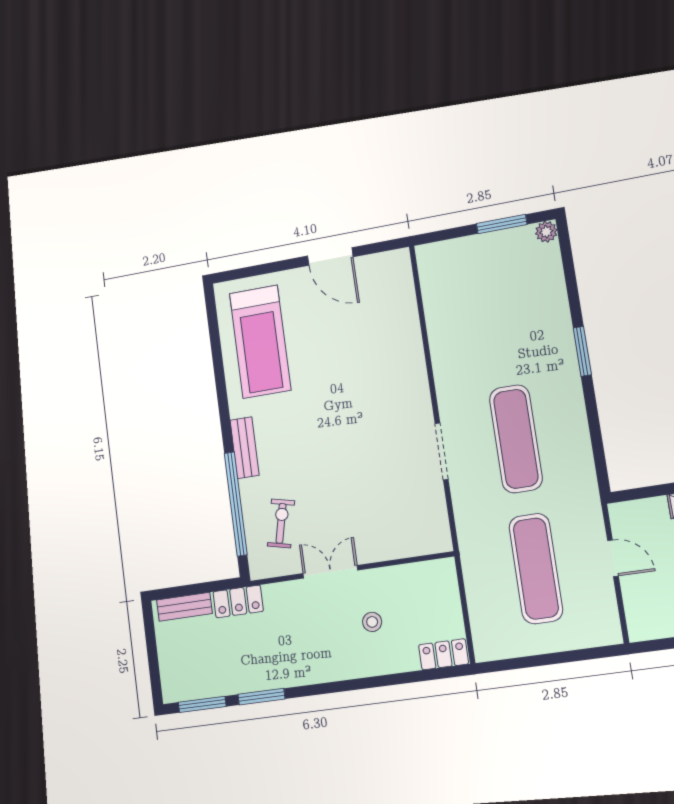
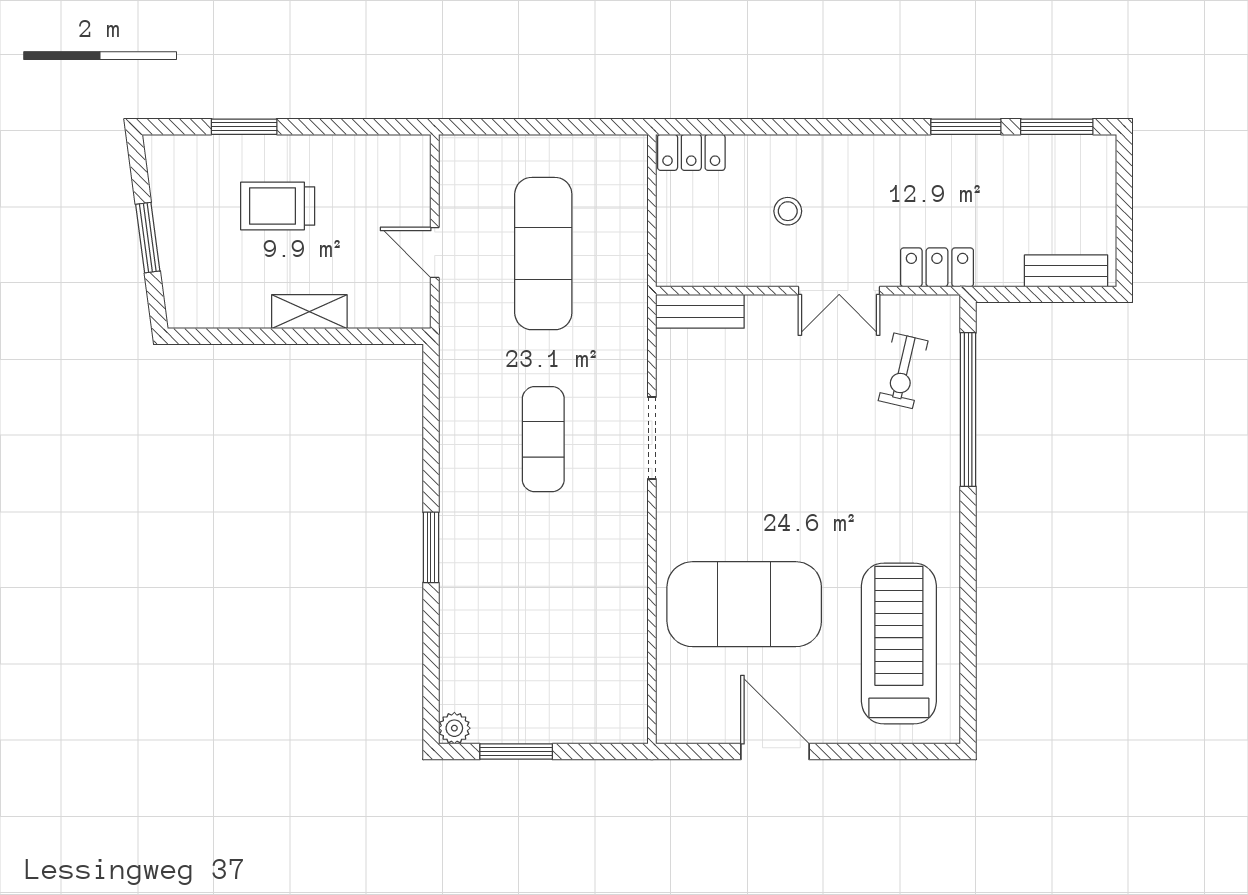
exercise mat: (364, 350) -> (744, 604), added
exercise mat: (516, 439) -> (543, 439), width x0.73, depth x0.69
bench: (245, 448) -> (700, 311), moved, turned 90
locker: (238, 601) -> (937, 267), moved

